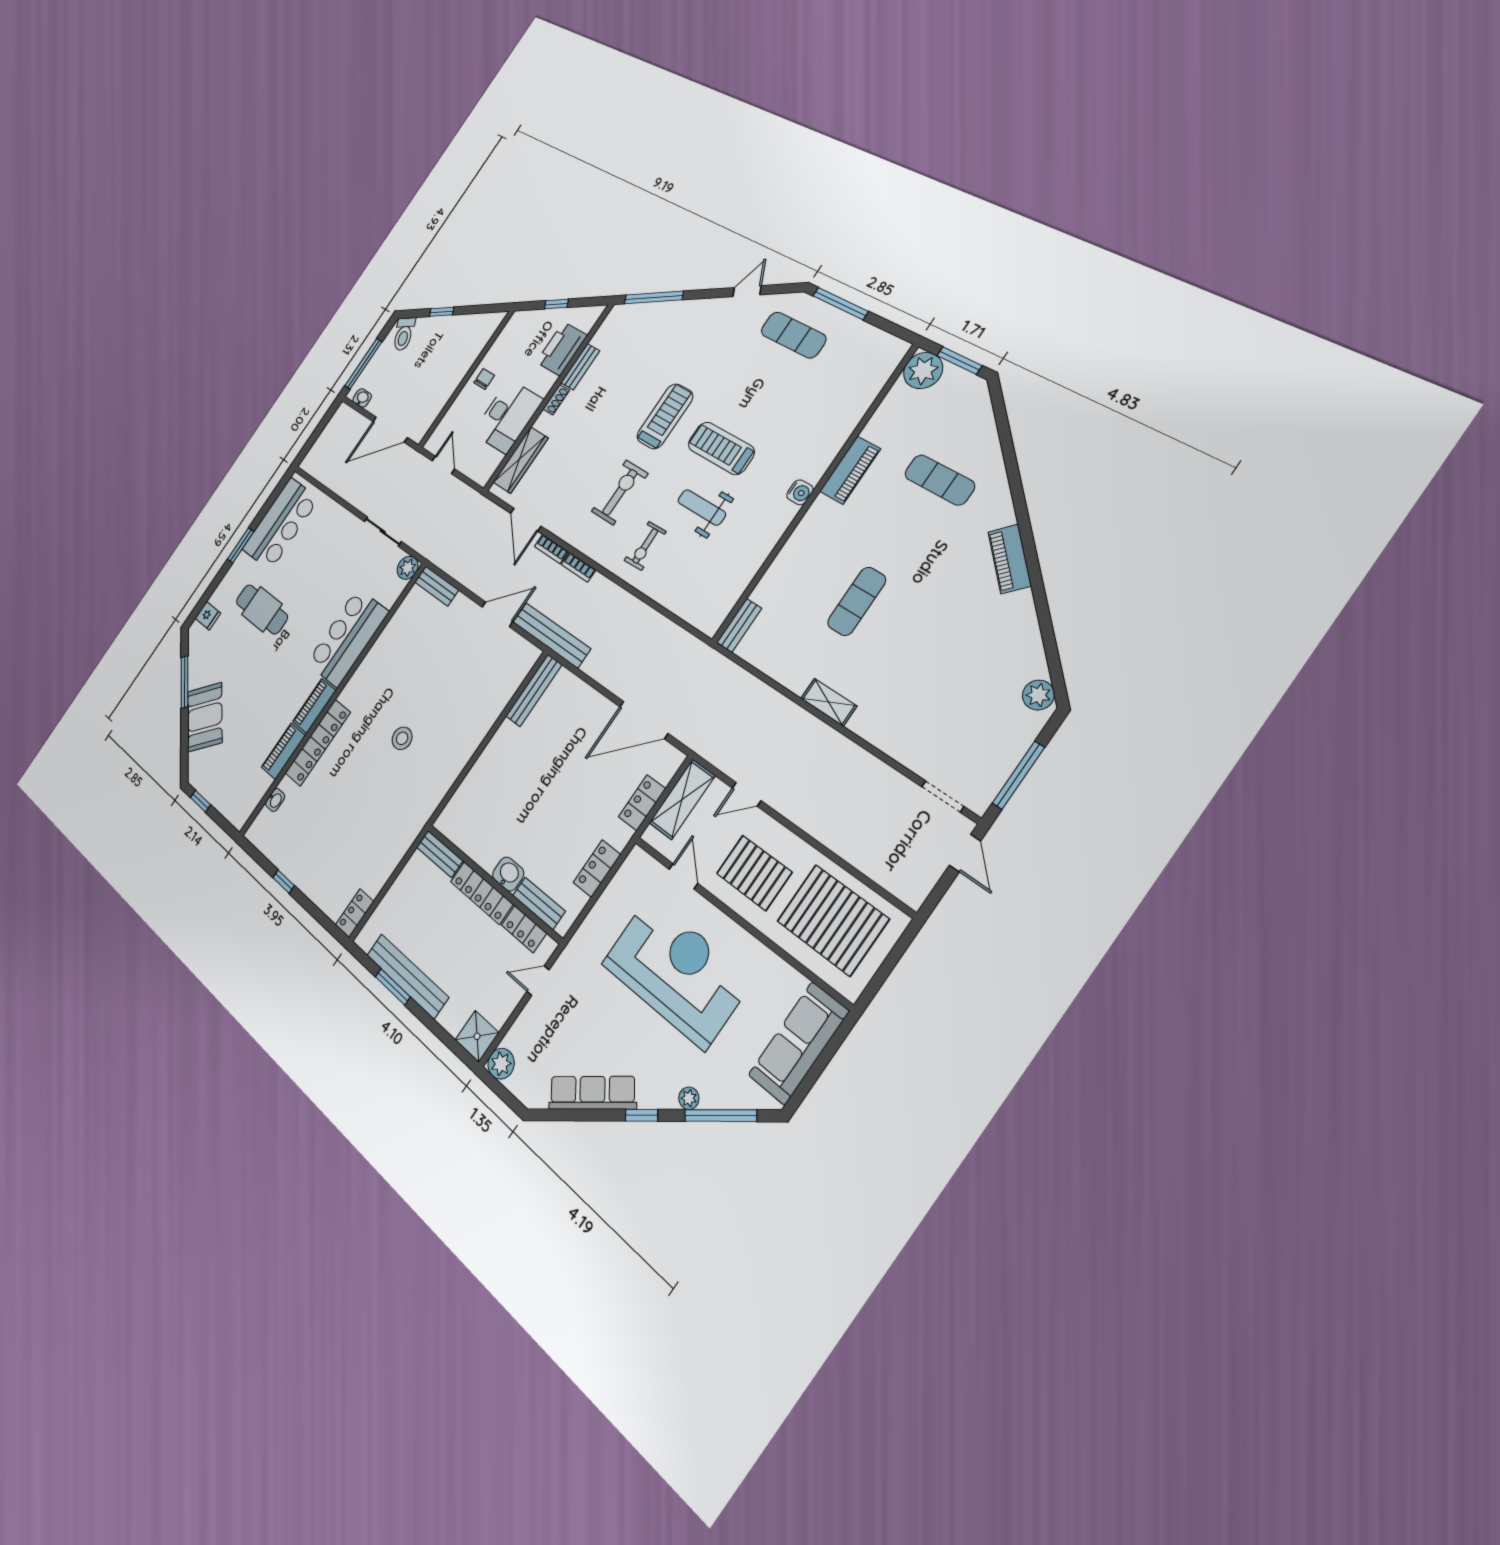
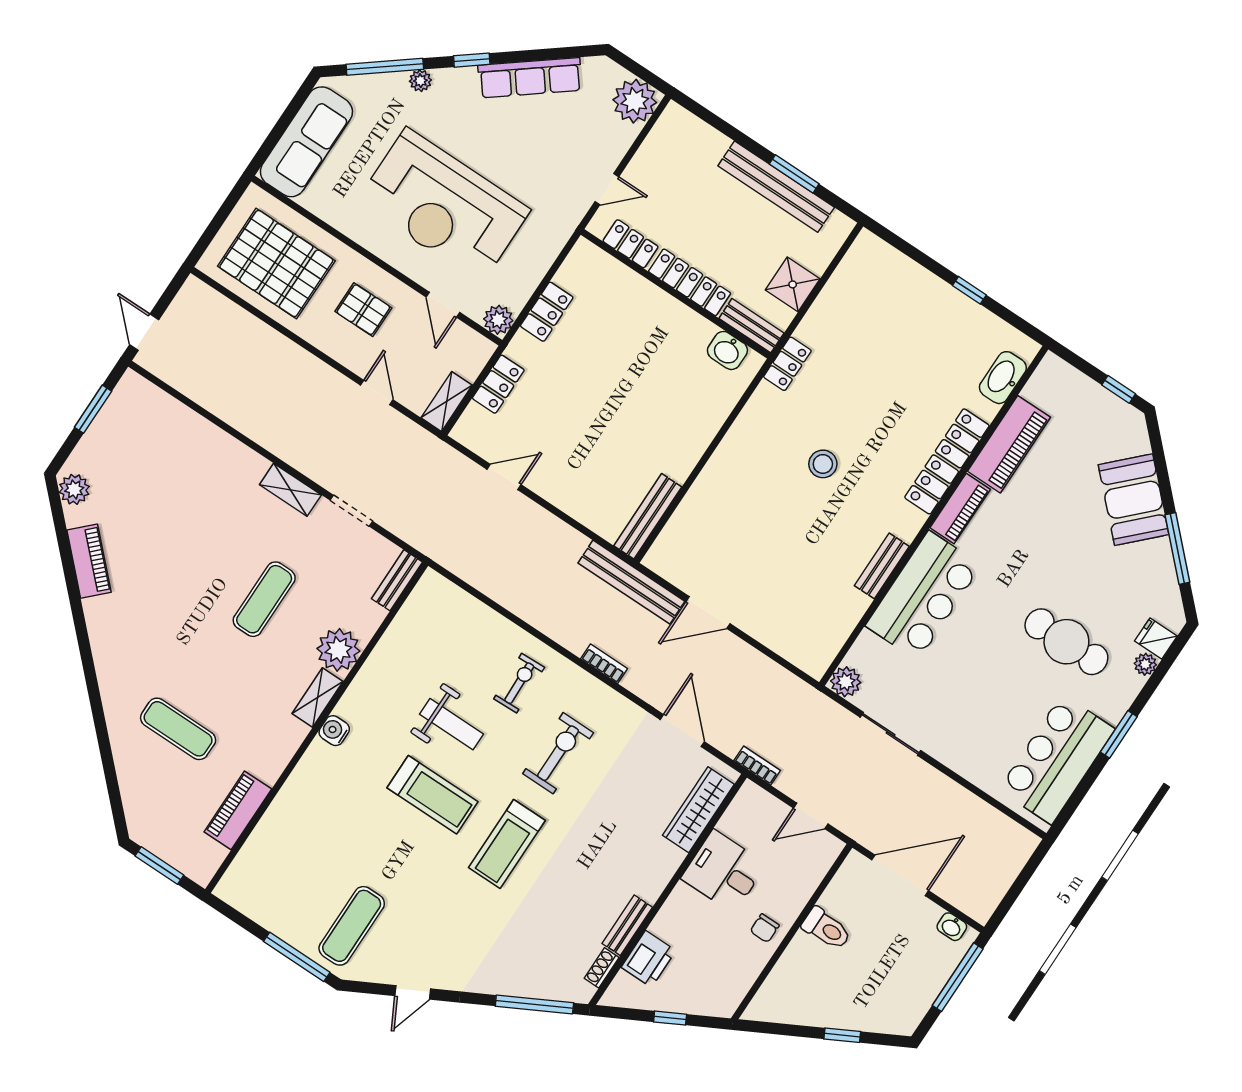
toilet: (404, 334) -> (826, 929), moved, turned 118
exercise mat: (793, 335) -> (352, 926), turned 90
printer: (562, 349) -> (648, 959), width x0.73, depth x0.84
plant: (923, 371) -> (338, 650), moved
shoe rack: (556, 400) -> (602, 968), moved
desk: (508, 416) -> (724, 871), width x0.73
door: (443, 465) -> (811, 816), hinge flipped
piano: (850, 470) -> (238, 810), moved
exercise bike: (620, 492) -> (558, 753), turned 180
shelving: (813, 519) -> (318, 698), added
bookcase: (551, 549) -> (757, 766), moved
piano: (1010, 559) -> (89, 561), moved
bench: (437, 586) -> (882, 566), moved, turned 90
plant: (217, 597) -> (1145, 664), added
door: (644, 720) -> (504, 477), width x0.53
piano: (283, 751) -> (1009, 444), width x1.37, depth x1.33
window: (1018, 775) -> (93, 409), width x0.69
door: (747, 794) -> (377, 392), hinge flipped
doorway: (943, 797) -> (351, 511), moved
shelving: (682, 799) -> (447, 401), width x0.67, depth x0.75
washbasin: (275, 800) -> (1003, 378), width x1.91, depth x1.45
plant: (637, 862) -> (498, 320), added
pallet: (754, 873) -> (363, 310), width x0.67, depth x0.71
washbasin: (508, 874) -> (727, 350), moved
bench: (539, 903) -> (615, 272), removed
locker: (355, 913) -> (787, 364), moved
shower: (477, 1036) -> (793, 284), moved
plant: (501, 1064) -> (635, 101), width x1.36, depth x1.36

